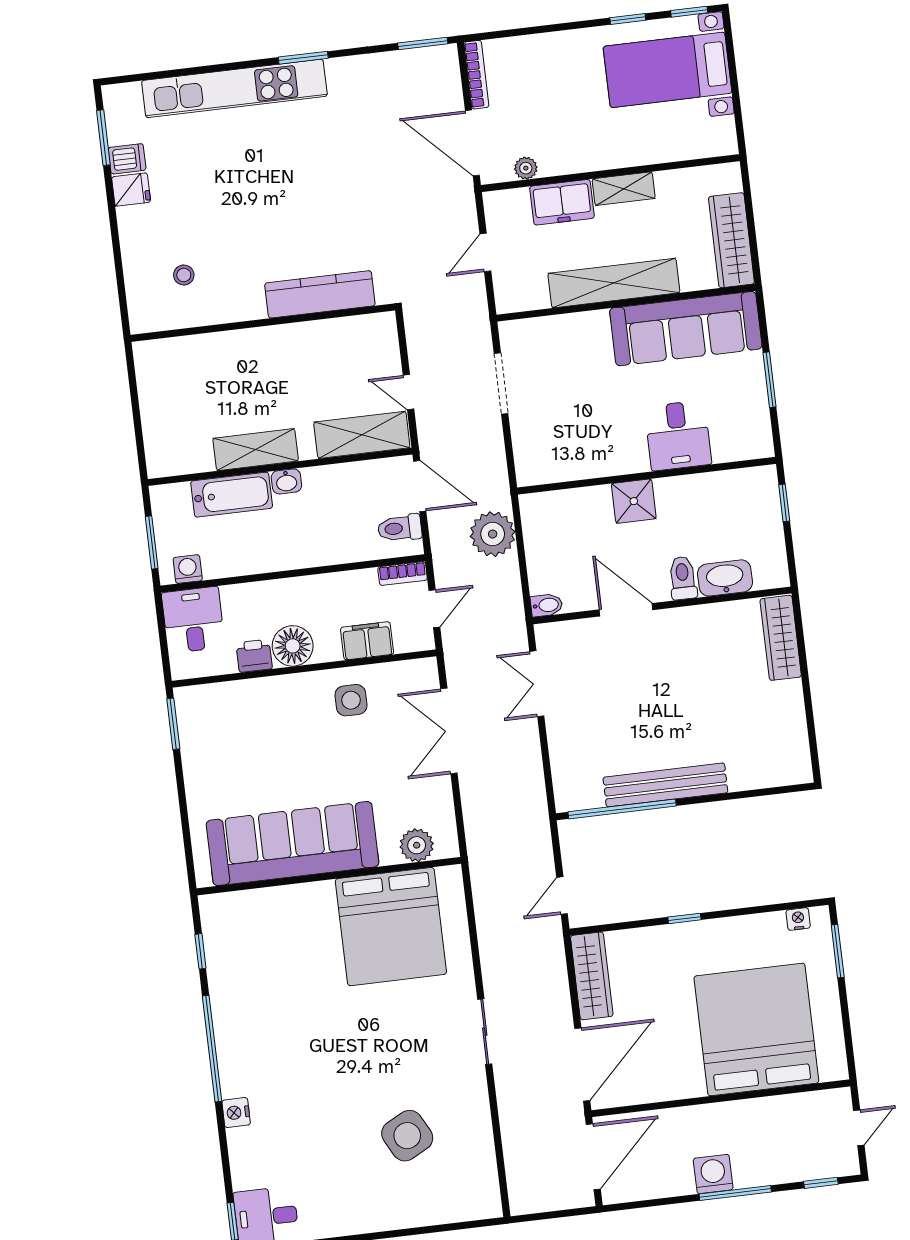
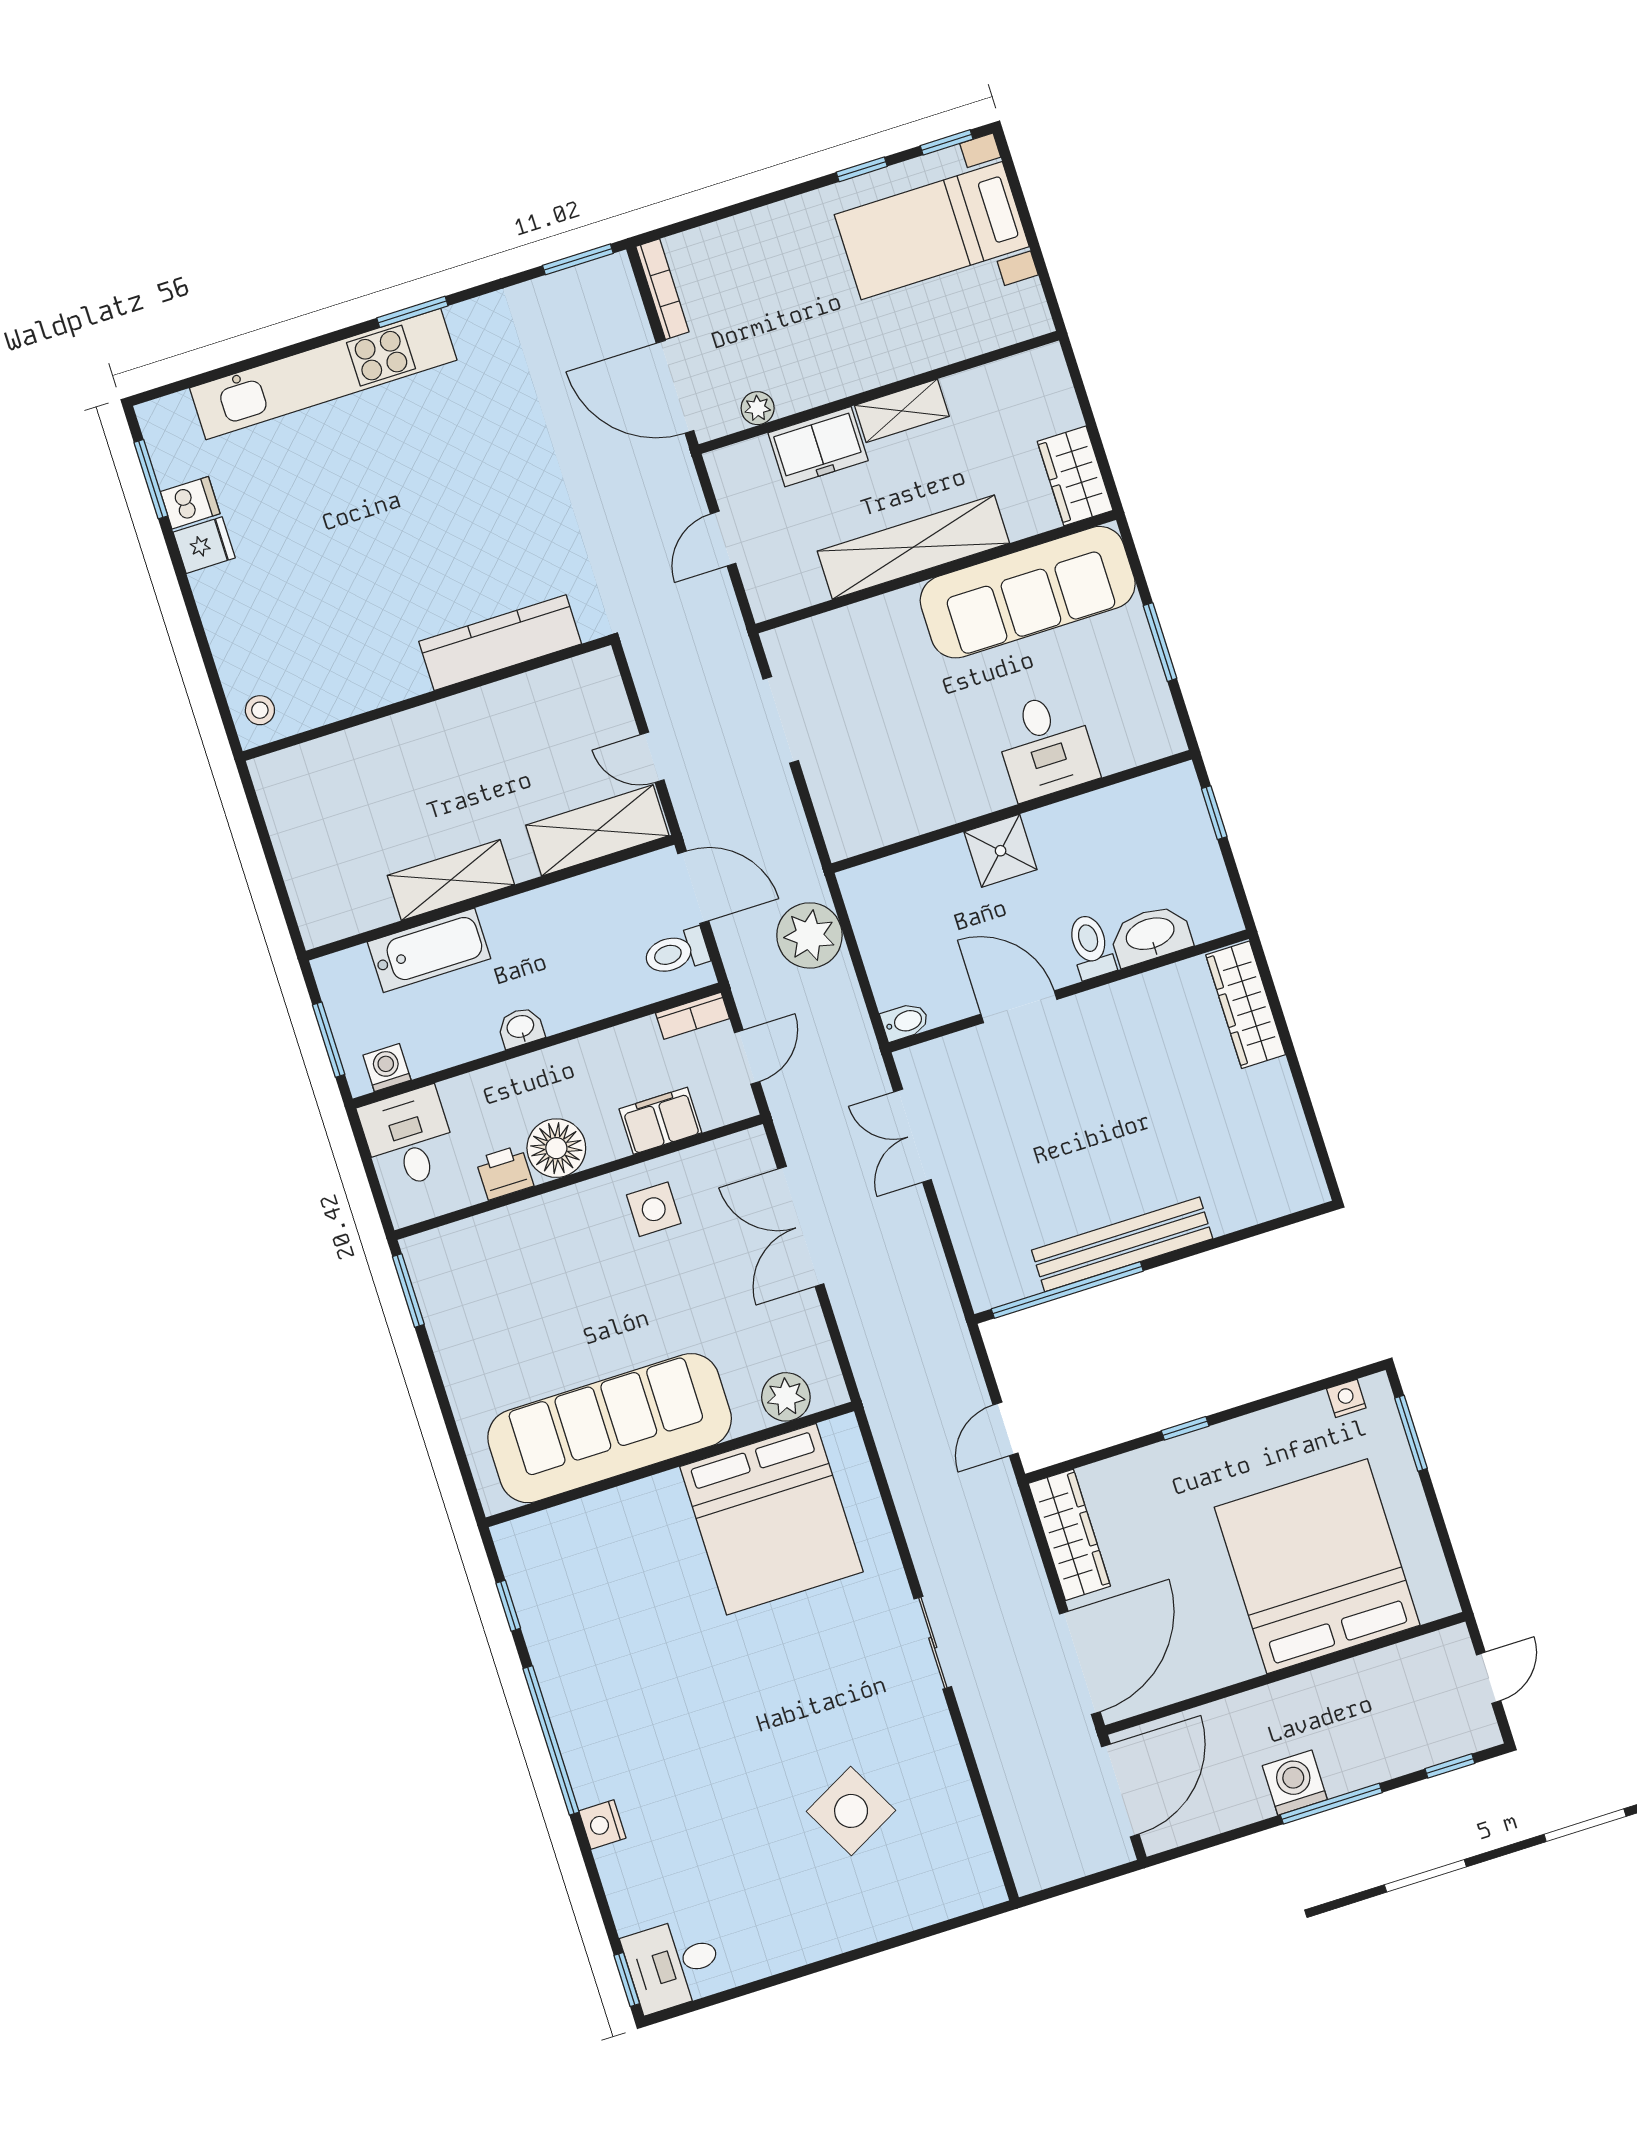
wardrobe: (731, 240) -> (1075, 476), width x0.67
stool: (184, 275) -> (260, 710), moved
washbasin: (286, 481) -> (521, 1027), moved, turned 180

